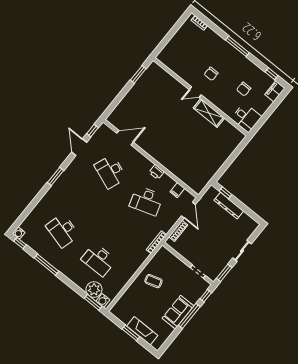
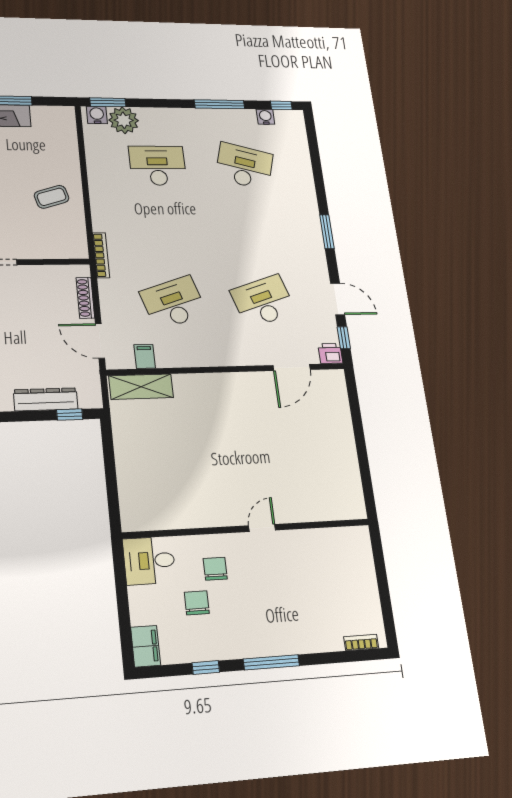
window: (138, 74) -> (366, 477), removed
chair: (211, 74) -> (215, 569), moved
window: (271, 74) -> (206, 668), moved
shelving: (209, 113) -> (141, 387), moved
desk: (110, 172) -> (263, 301), turned -39
printer: (157, 172) -> (330, 353), moved
water cooler: (19, 233) -> (265, 117), moved

